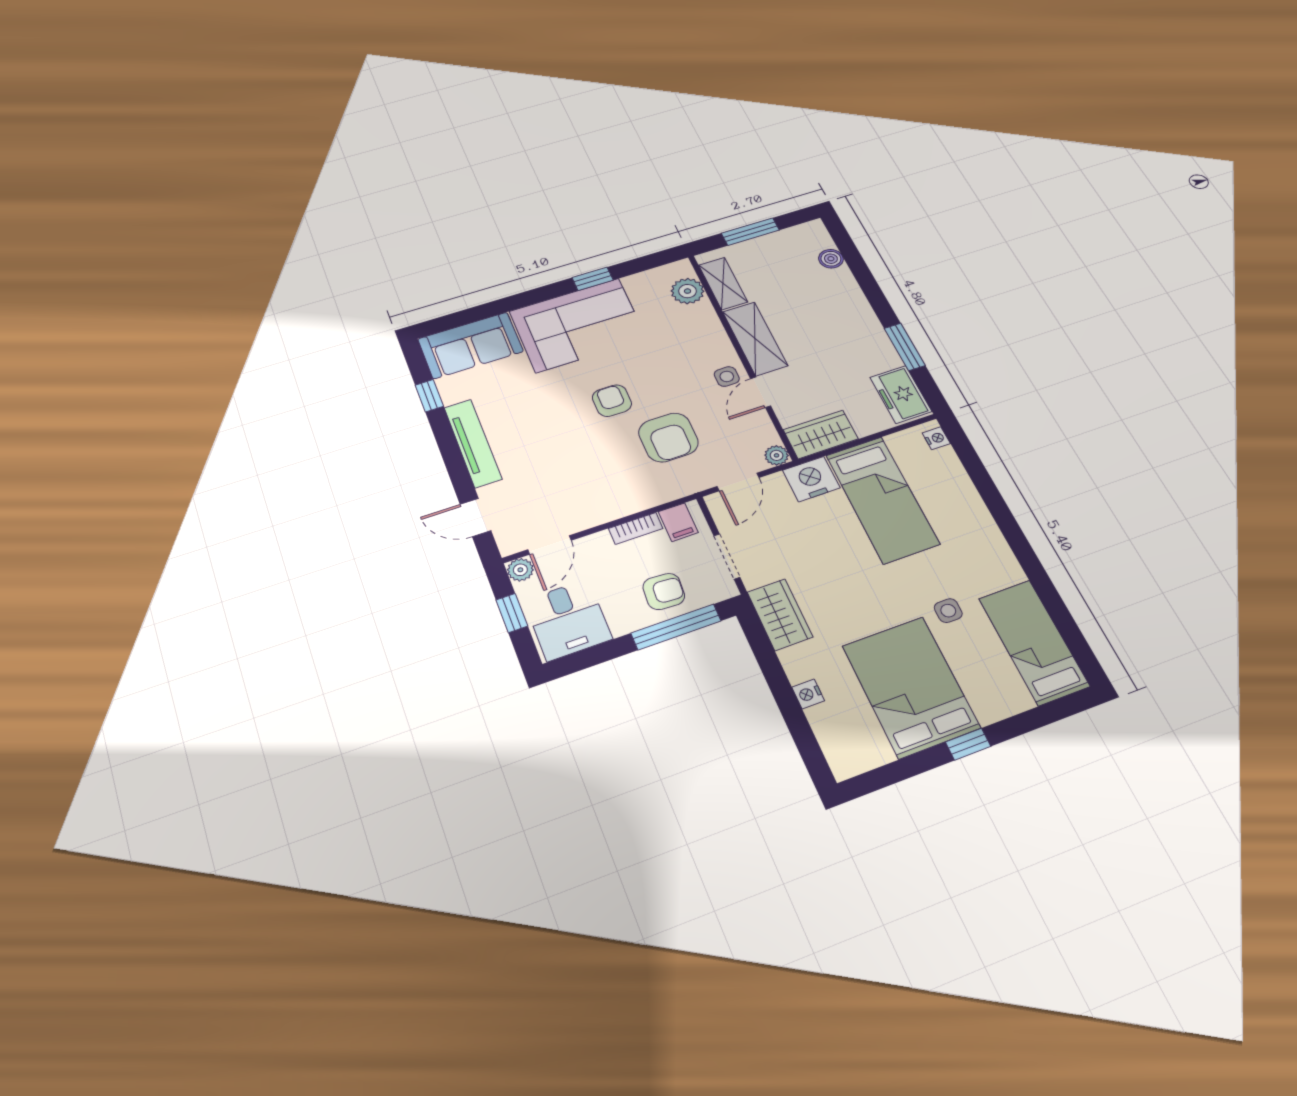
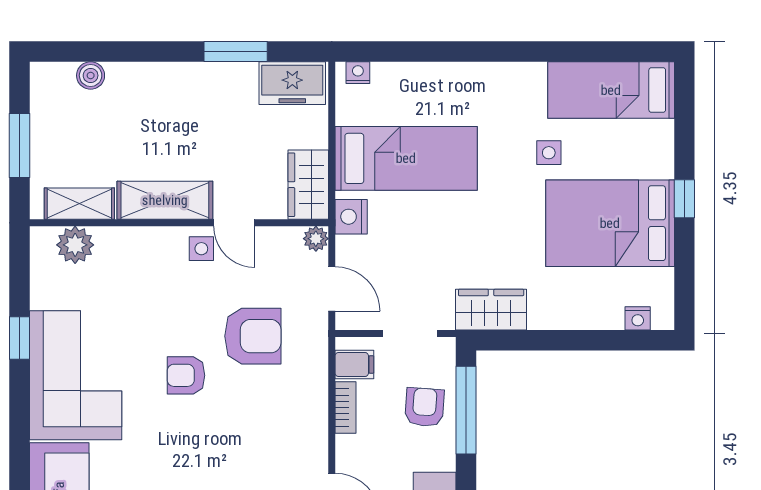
nightstand: (811, 479) -> (351, 217), width x0.74, depth x0.75
nightstand: (808, 694) -> (638, 318), moved

